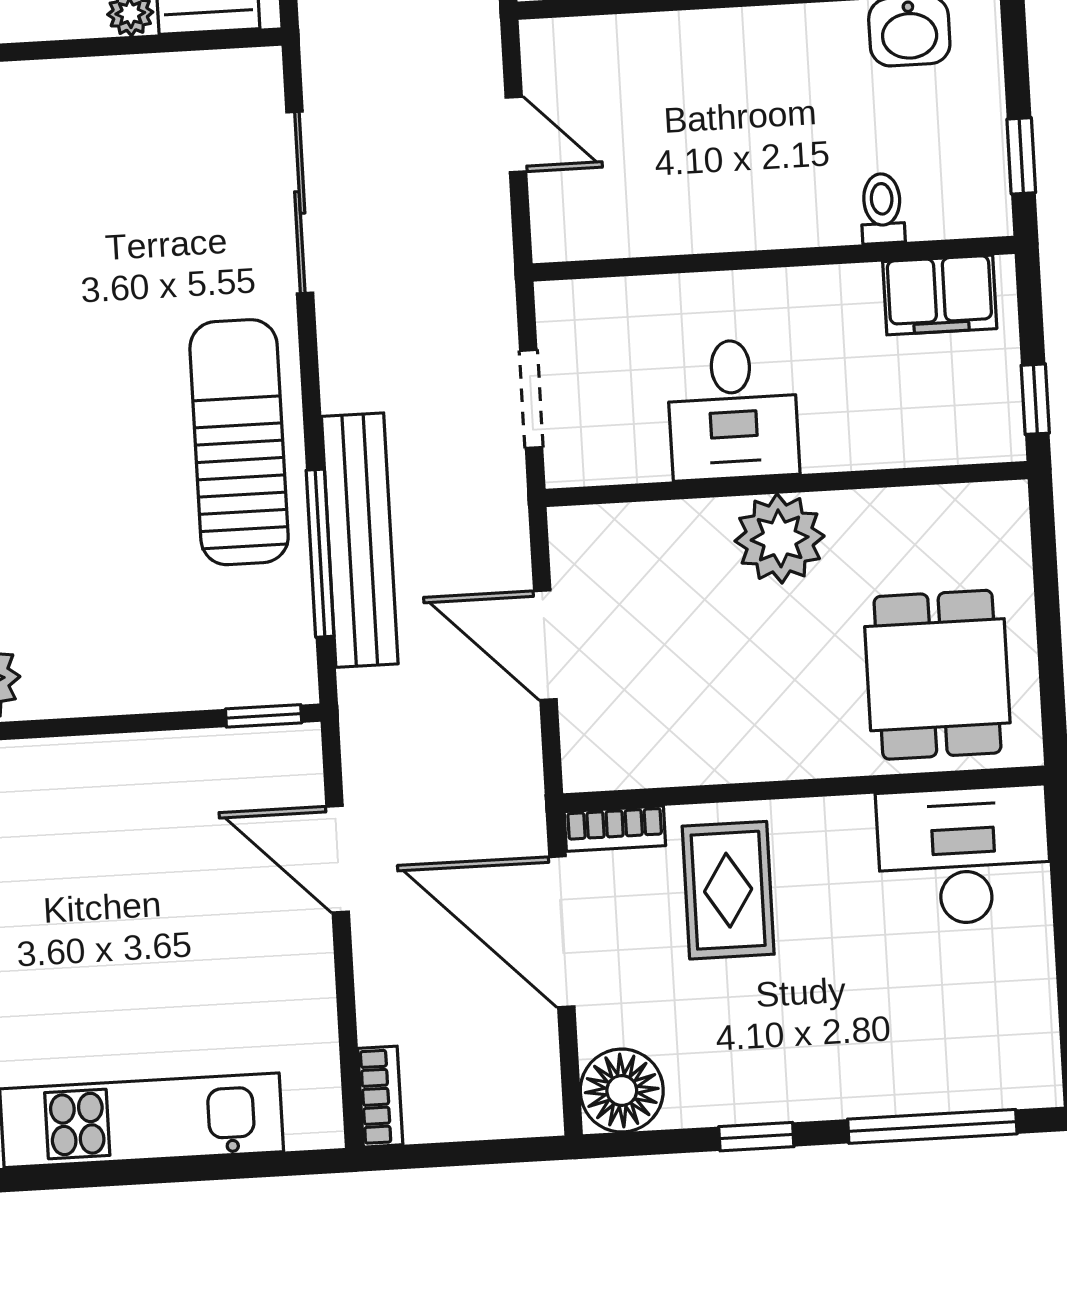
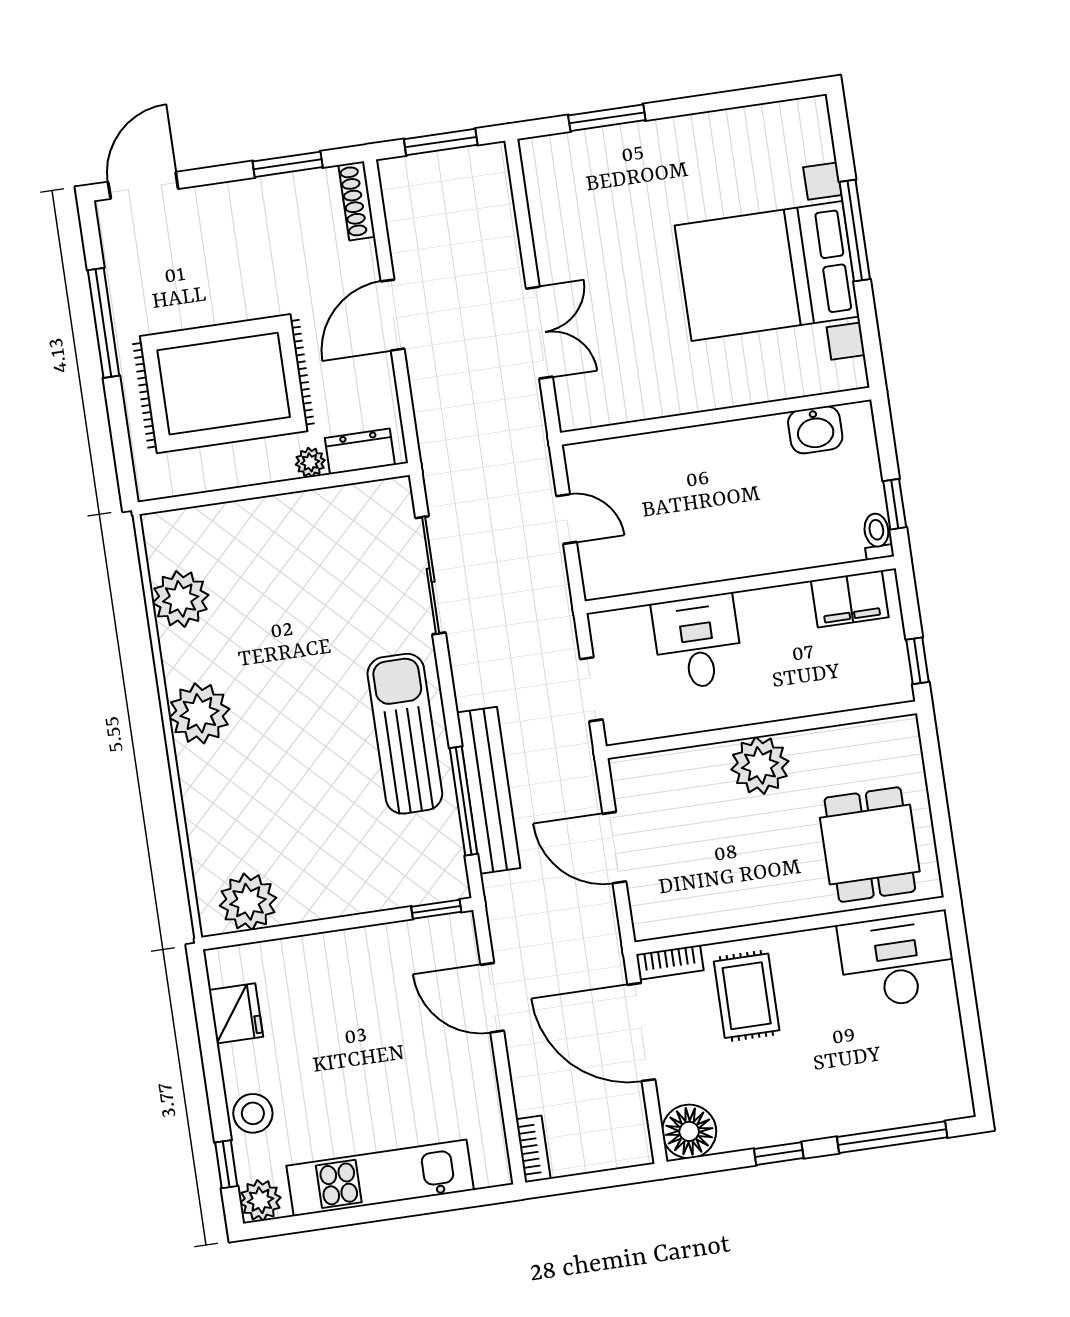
toilet: (882, 208) -> (877, 536), moved
desk: (733, 409) -> (697, 642), moved, turned 180

